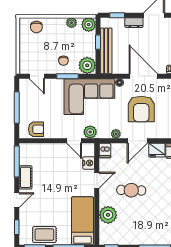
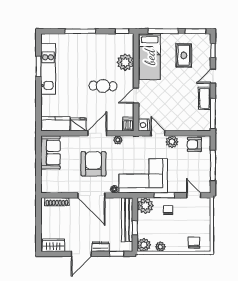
plant: (90, 132) -> (172, 142), moved
nightstand: (89, 163) -> (144, 125), moved
rug: (44, 235) -> (184, 55), moved, turned 90

